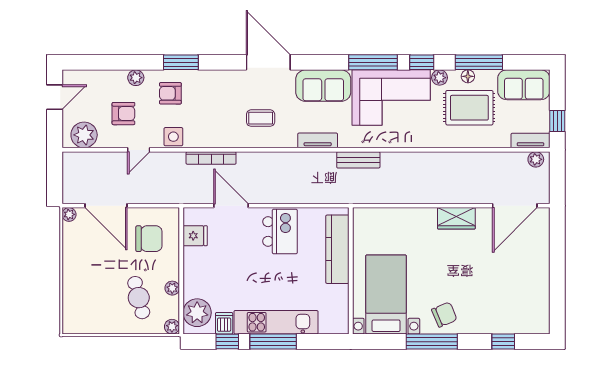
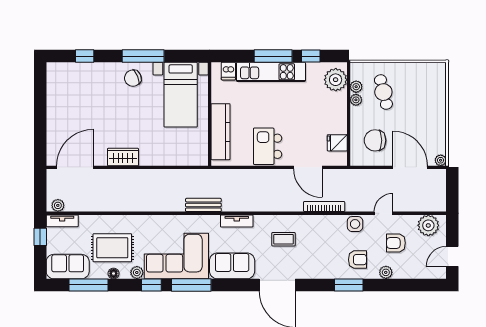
window: (479, 62) -> (88, 285), moved
dishwasher: (224, 323) -> (228, 71), moved
plant: (172, 327) -> (356, 87), moved

